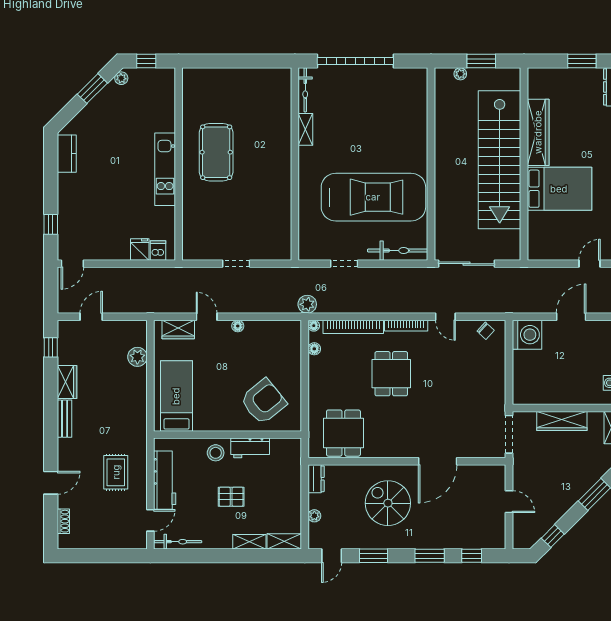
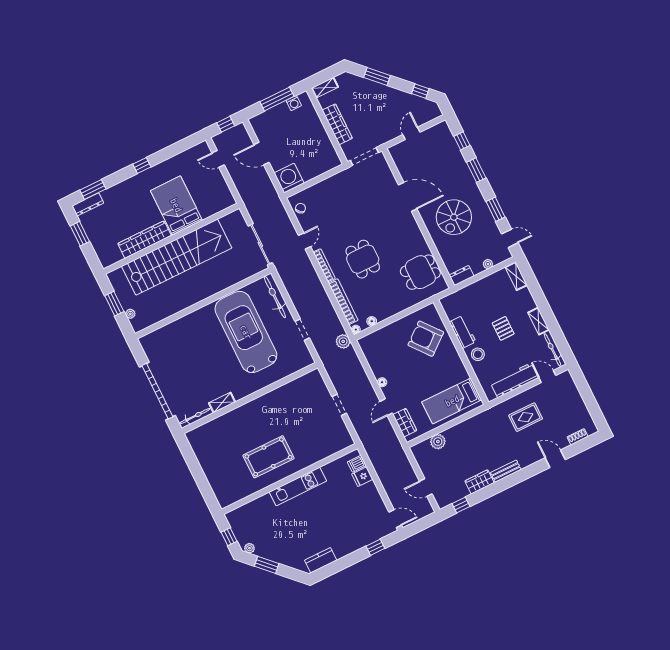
dining table: (391, 374) -> (363, 259), turned 90
shelving: (249, 542) -> (538, 321), moved

